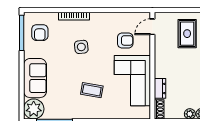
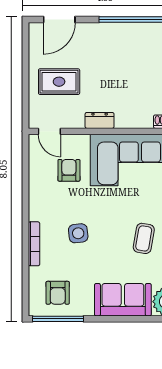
armchair: (40, 33) -> (58, 293), turned 90
dresser: (160, 88) -> (100, 120), moved
coffee table: (92, 90) -> (144, 238), moved

